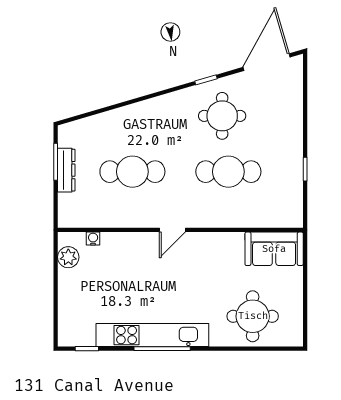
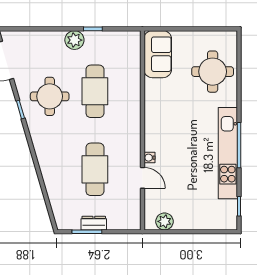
plant: (291, 146) -> (74, 40), added
dresser: (66, 170) -> (94, 223), width x0.70
door: (172, 230) -> (142, 178), moved
water cooler: (93, 239) -> (149, 158), moved

